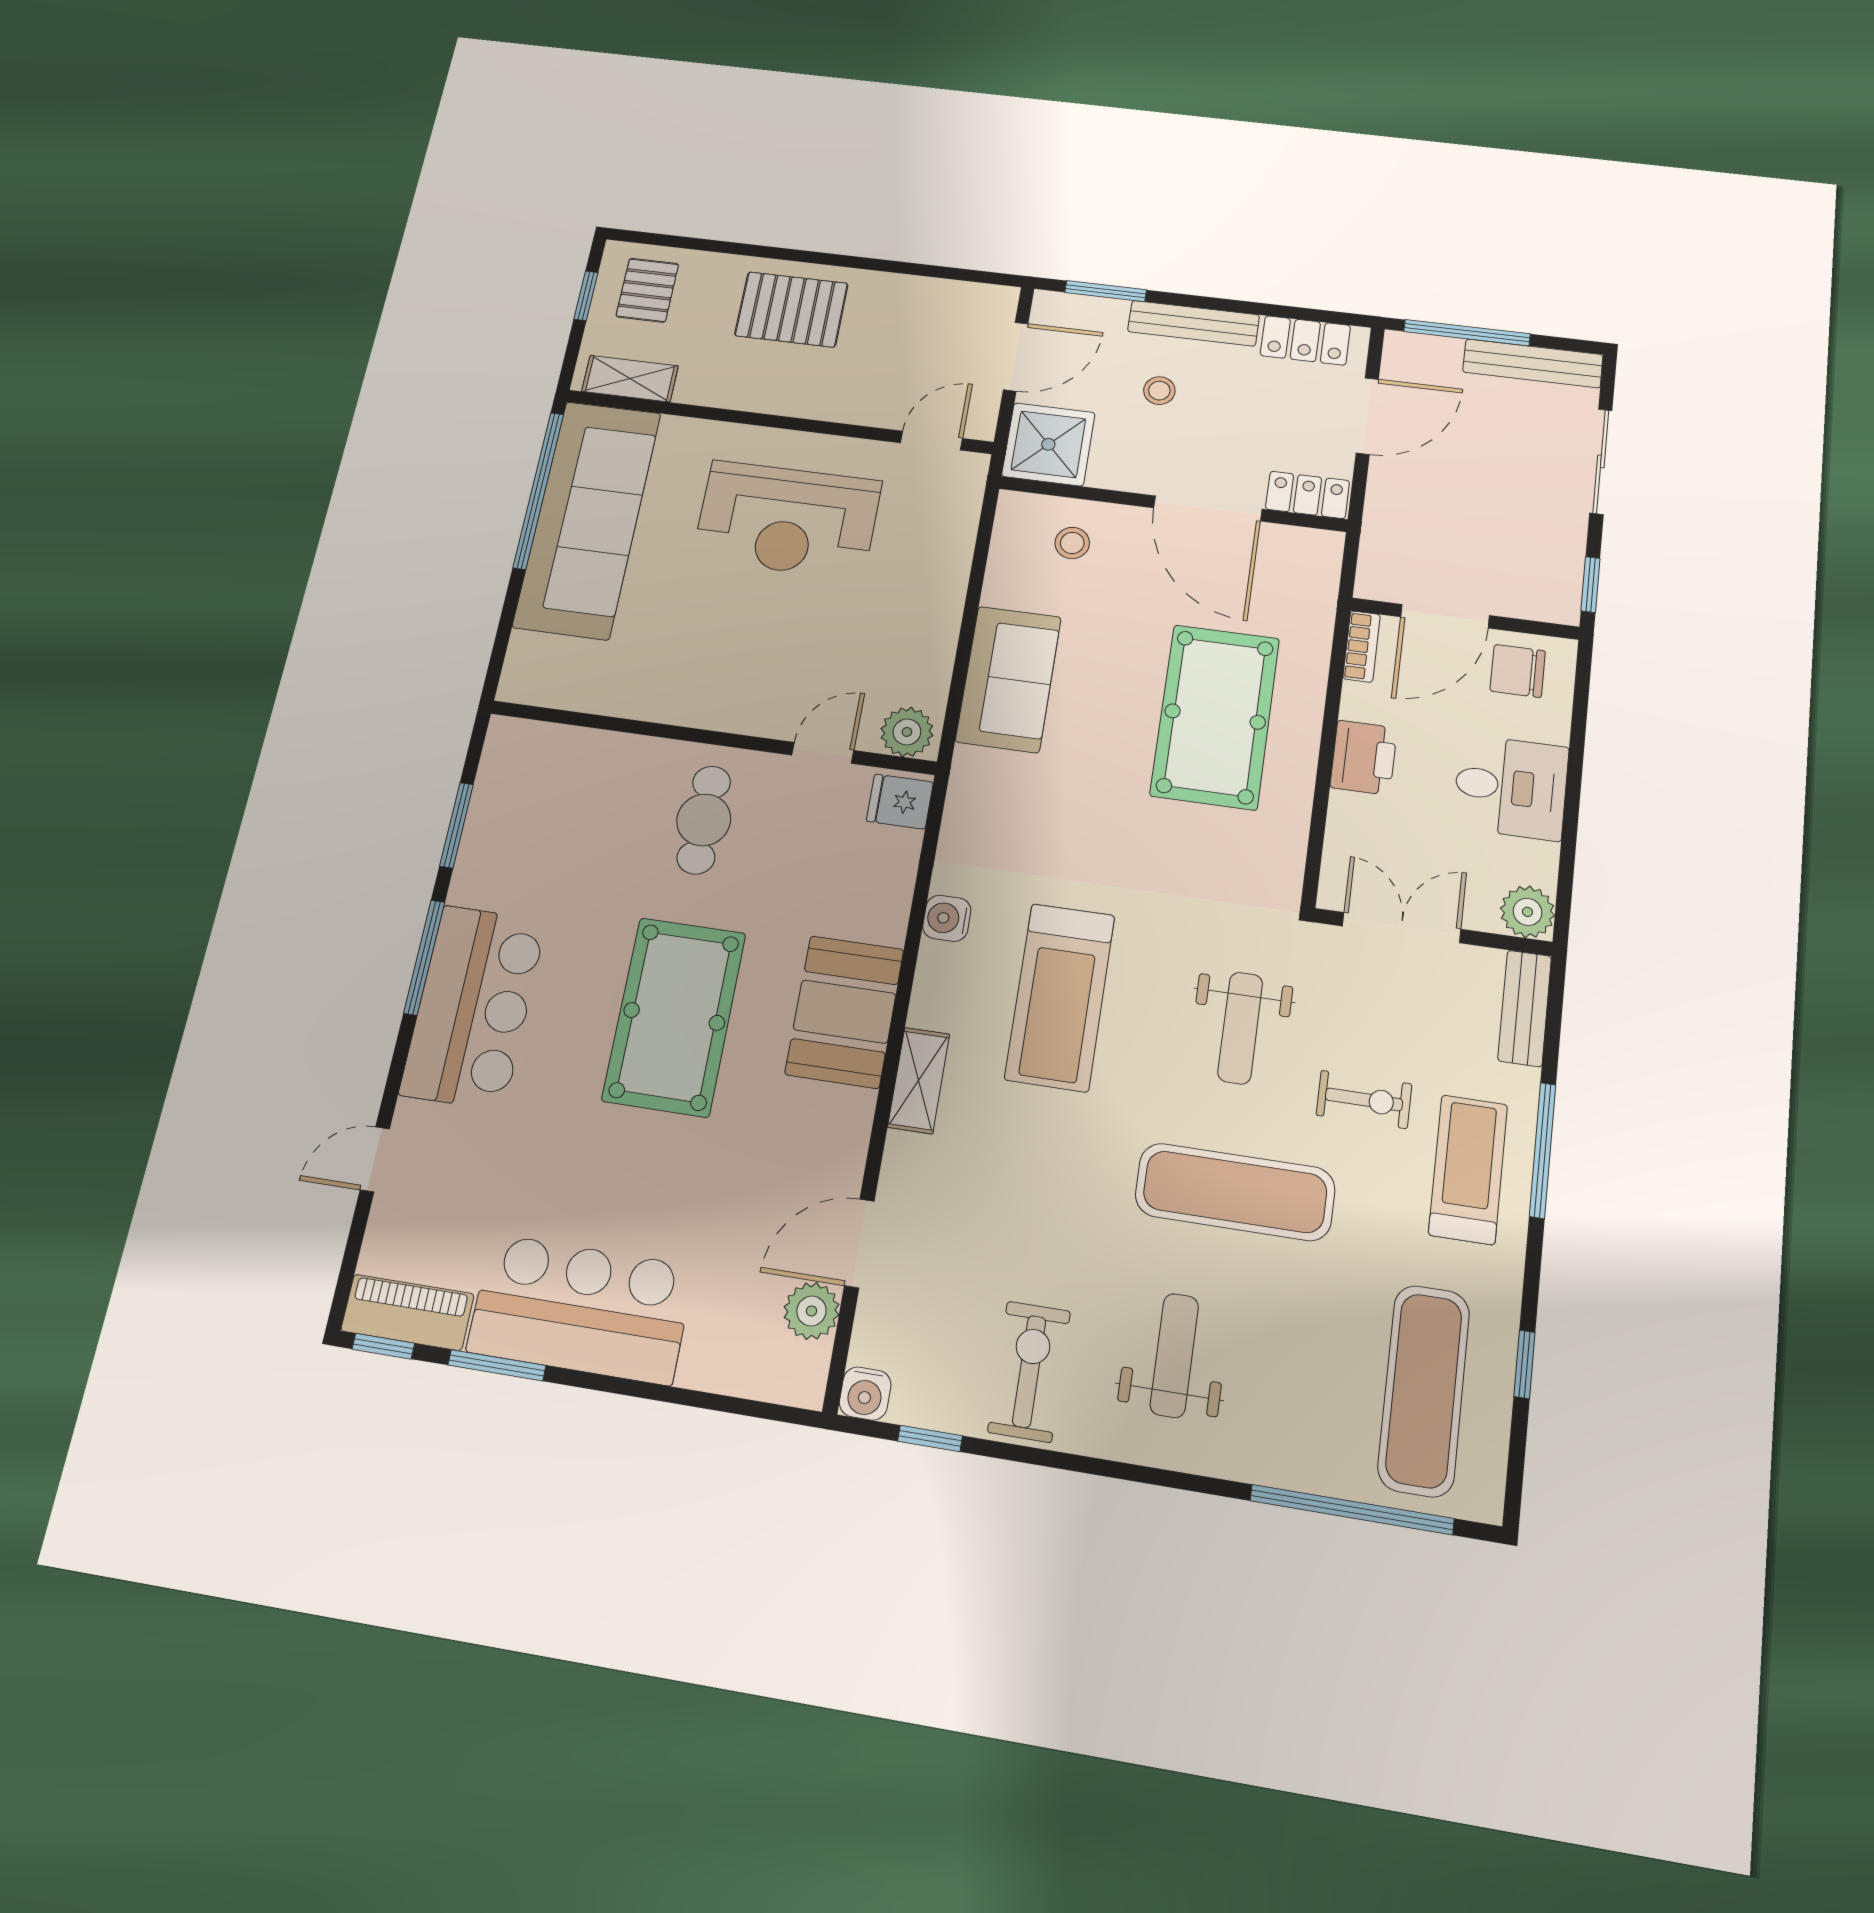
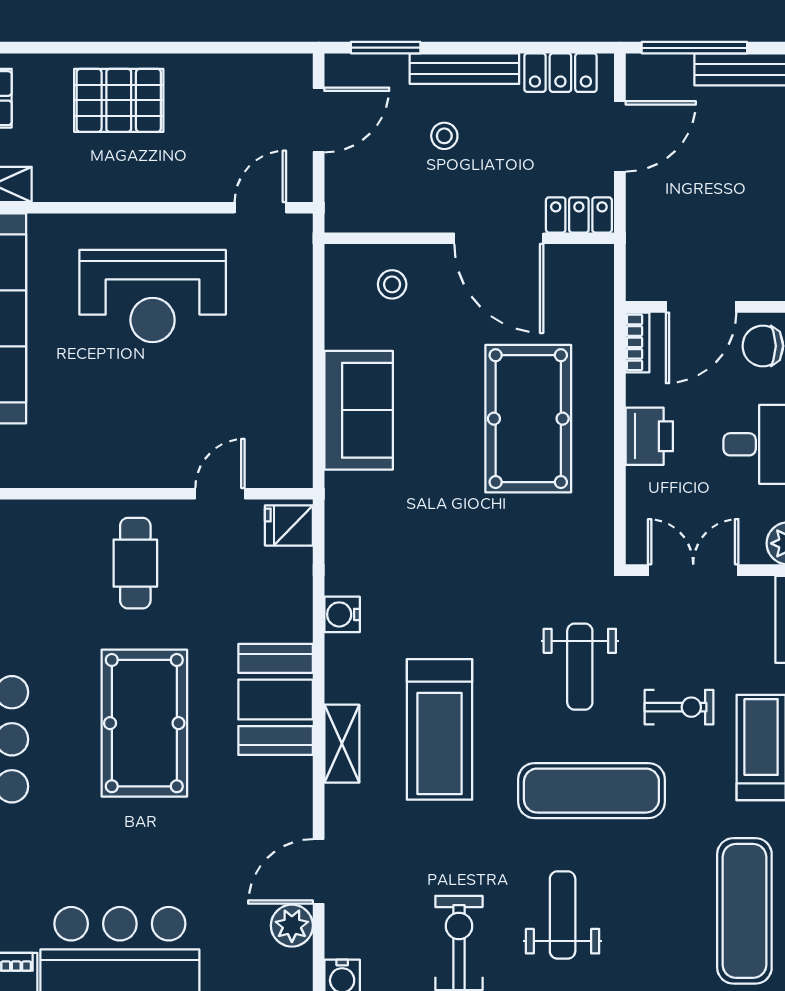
shower: (1048, 444) -> (359, 198), removed
plant: (907, 732) -> (284, 467), removed
treadmill: (1060, 997) -> (440, 729), moved

